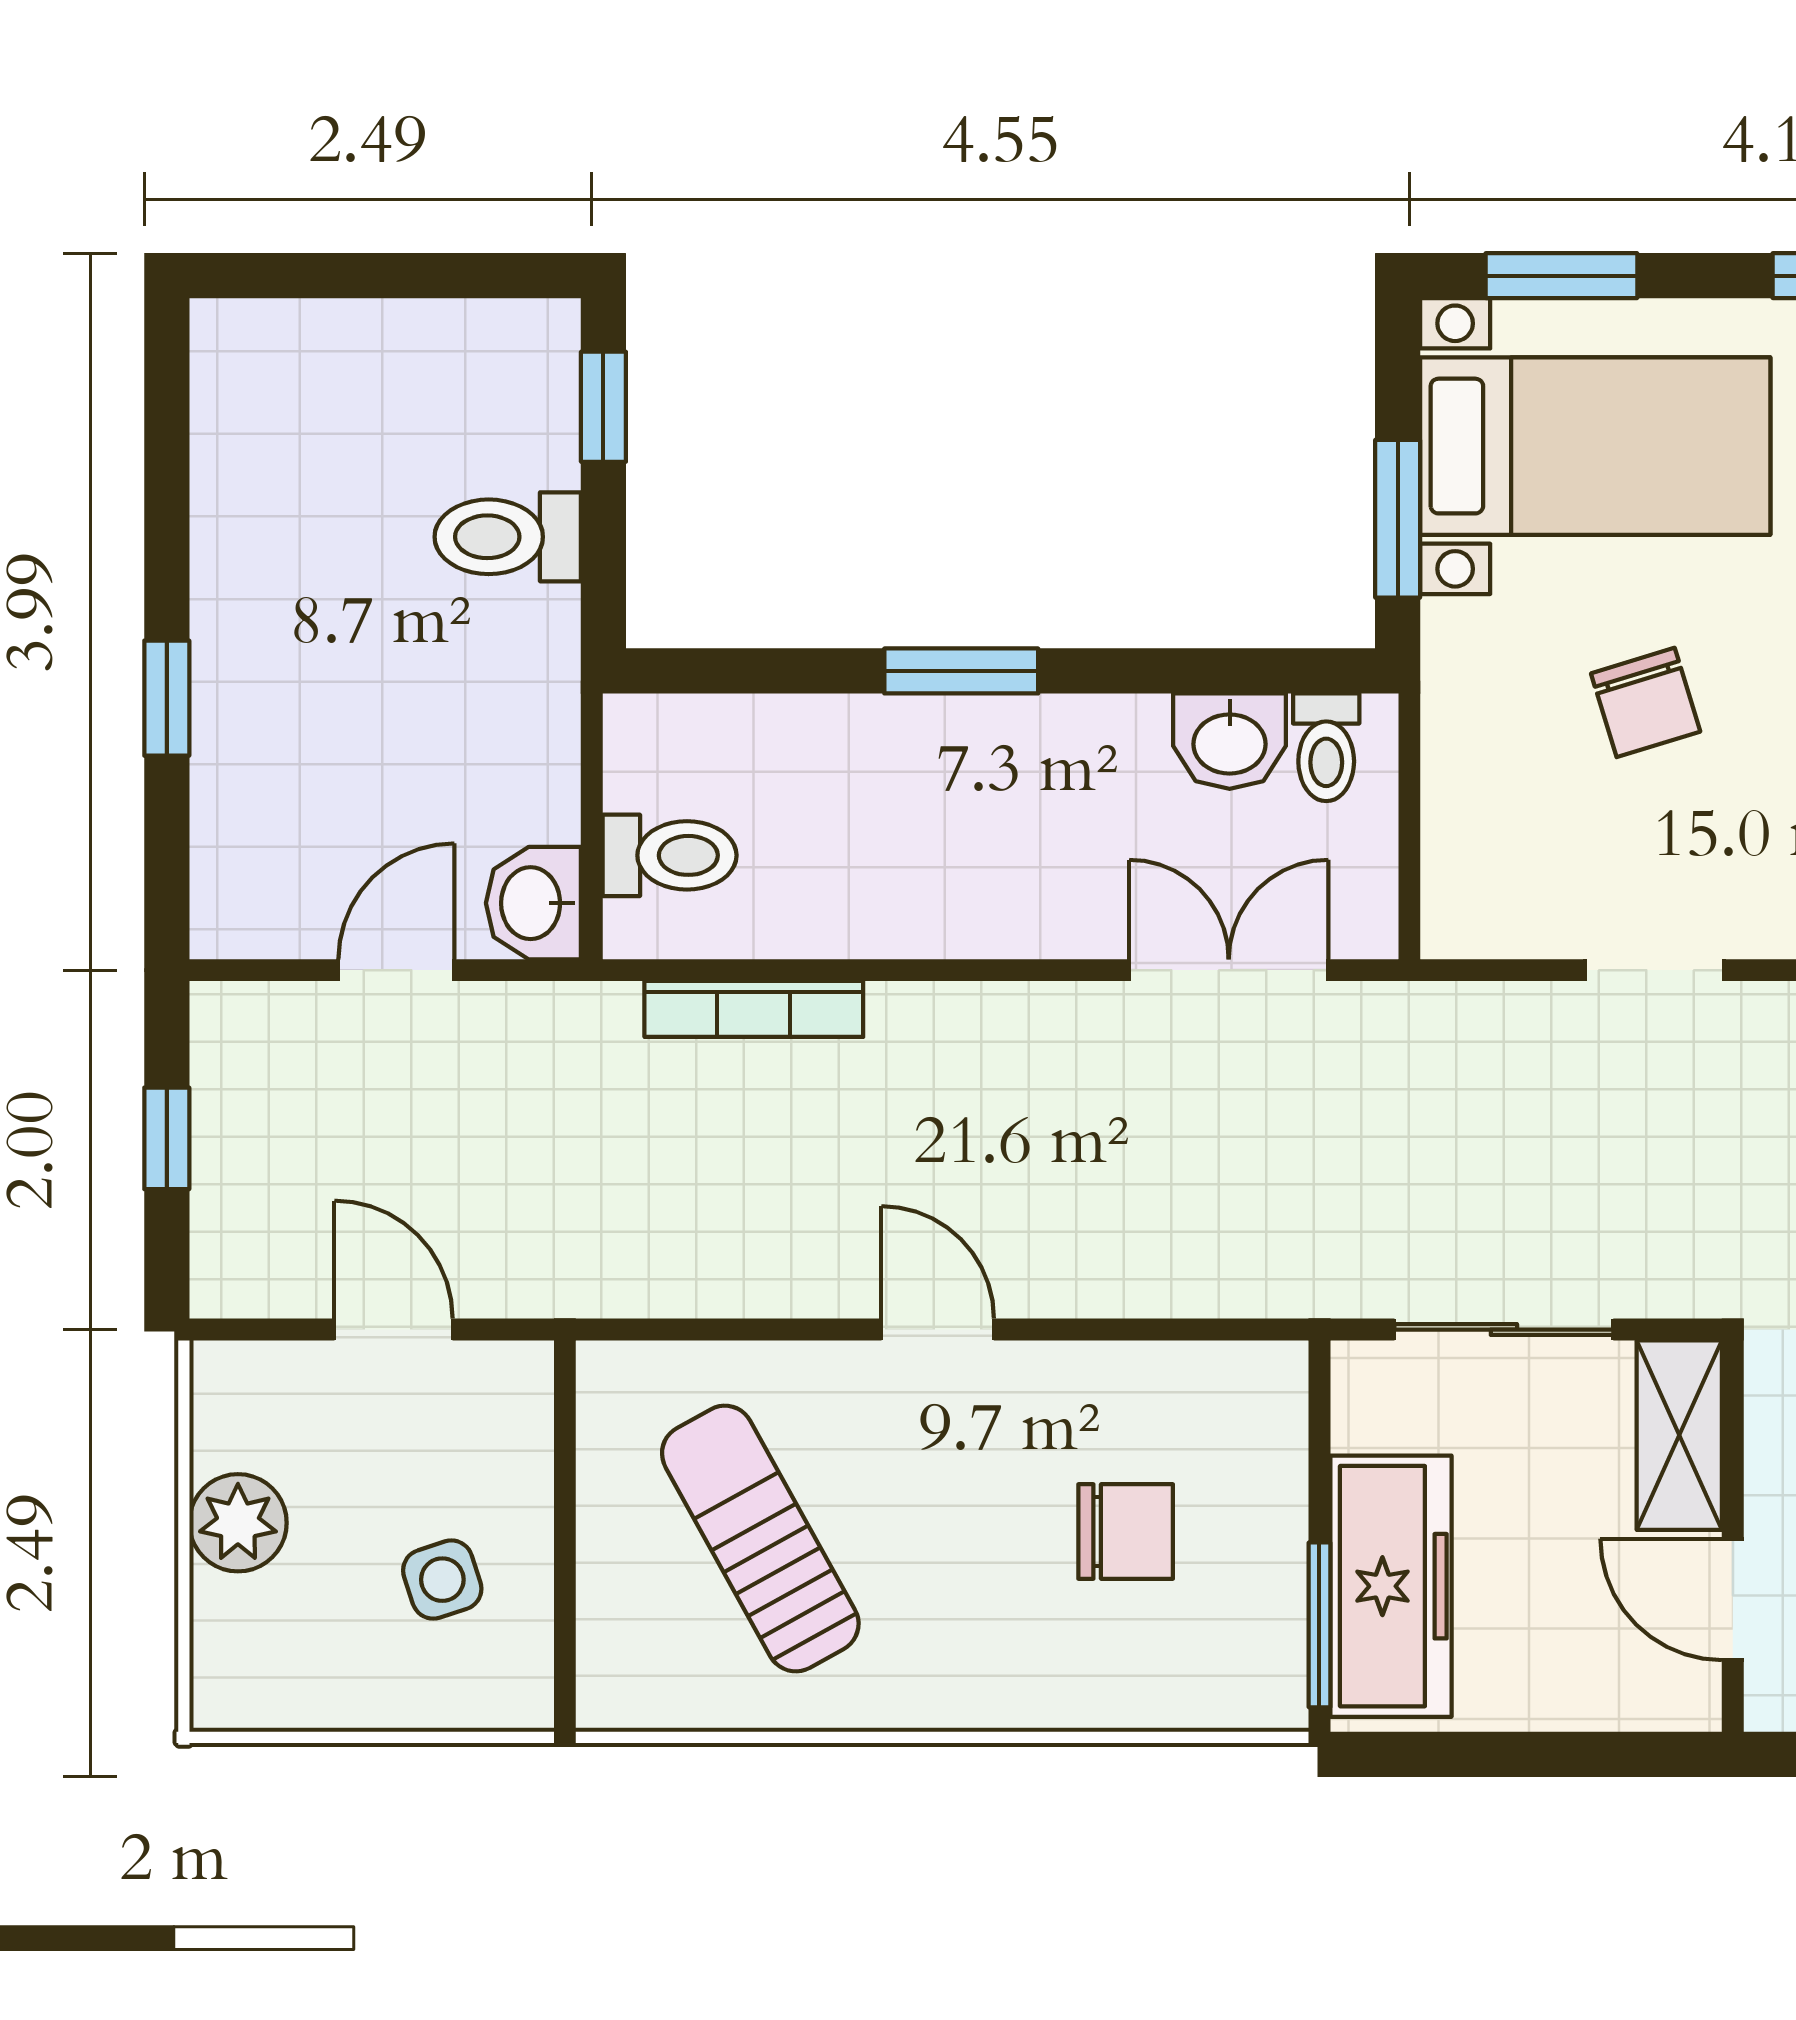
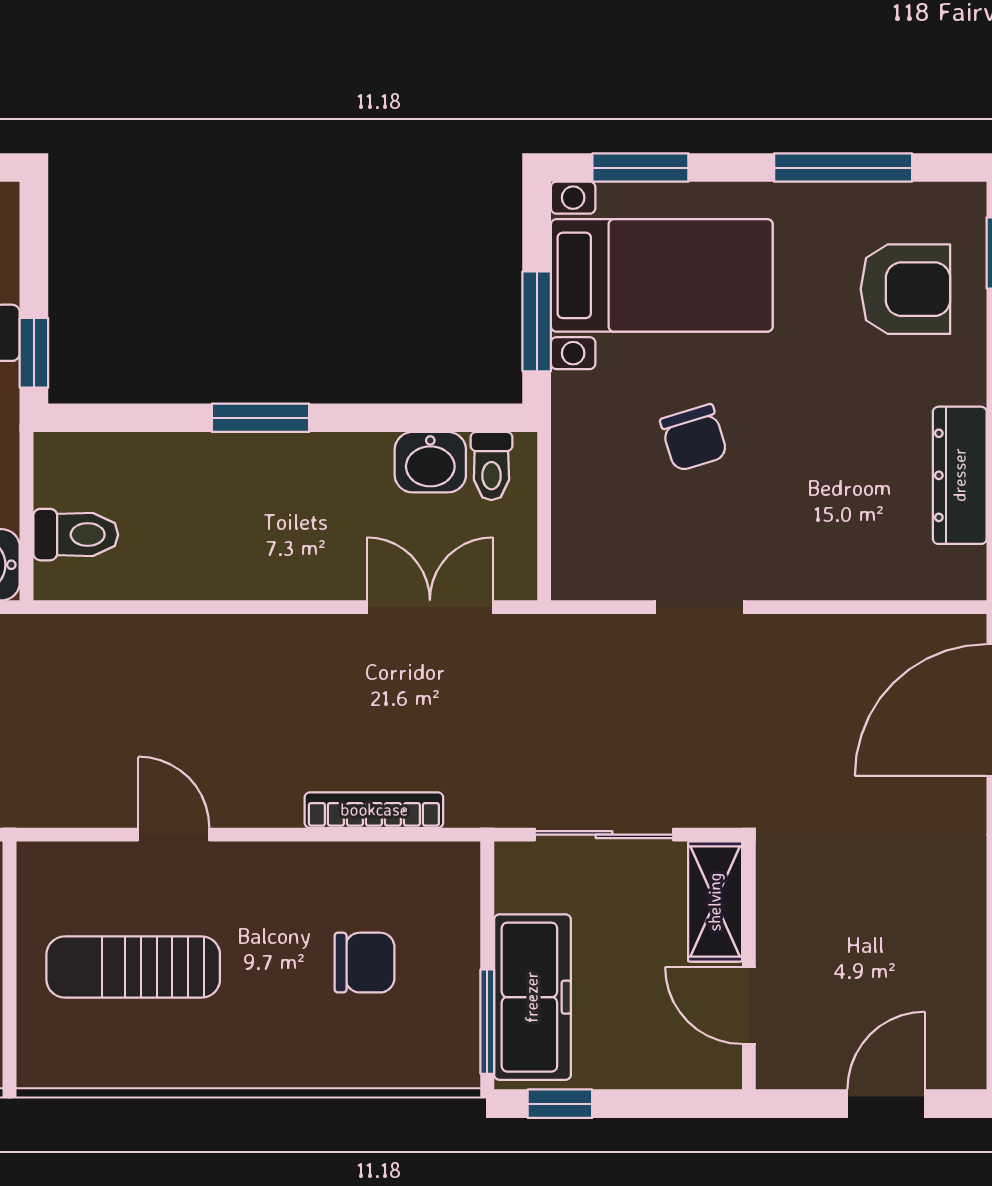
window: (603, 407) -> (34, 353), moved
bookcase: (754, 1009) -> (374, 810), moved, turned 180
door: (938, 1330) -> (174, 835), moved
sun lounger: (760, 1539) -> (133, 967), turned -61
window: (1434, 1754) -> (560, 1104), added

